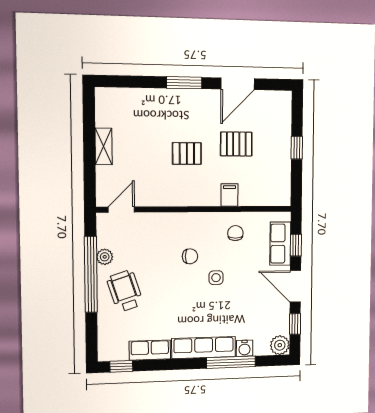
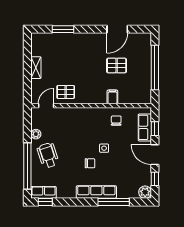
window: (184, 83) -> (63, 29), moved
window: (297, 148) -> (155, 68), width x3.17
pallet: (187, 154) -> (66, 92), moved
chair: (190, 256) -> (90, 163), moved
window: (91, 274) -> (27, 166), moved
water cooler: (245, 348) -> (122, 193), removed
row of seats: (150, 350) -> (44, 192), moved

